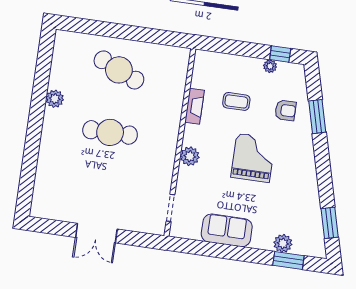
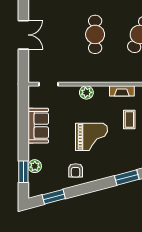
armchair: (285, 110) -> (76, 170), moved
double door: (96, 233) -> (23, 35), swing flipped

